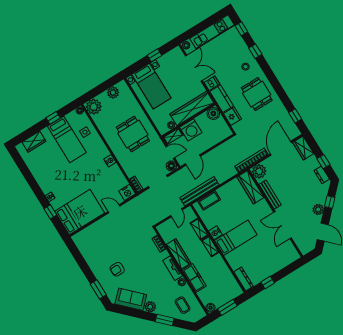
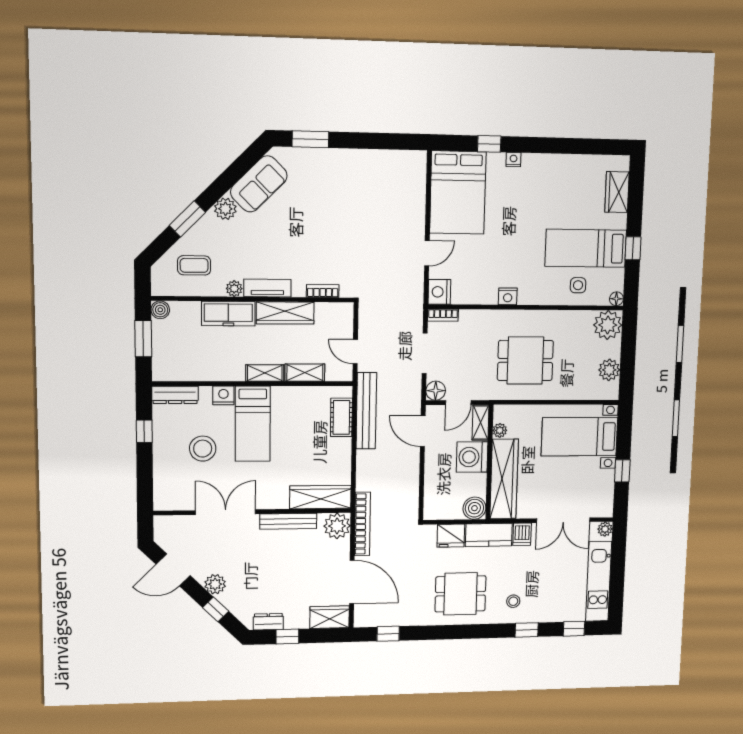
nightstand: (215, 233) -> (223, 395), moved
stool: (260, 253) -> (203, 449), added
armchair: (117, 269) -> (324, 194), removed

